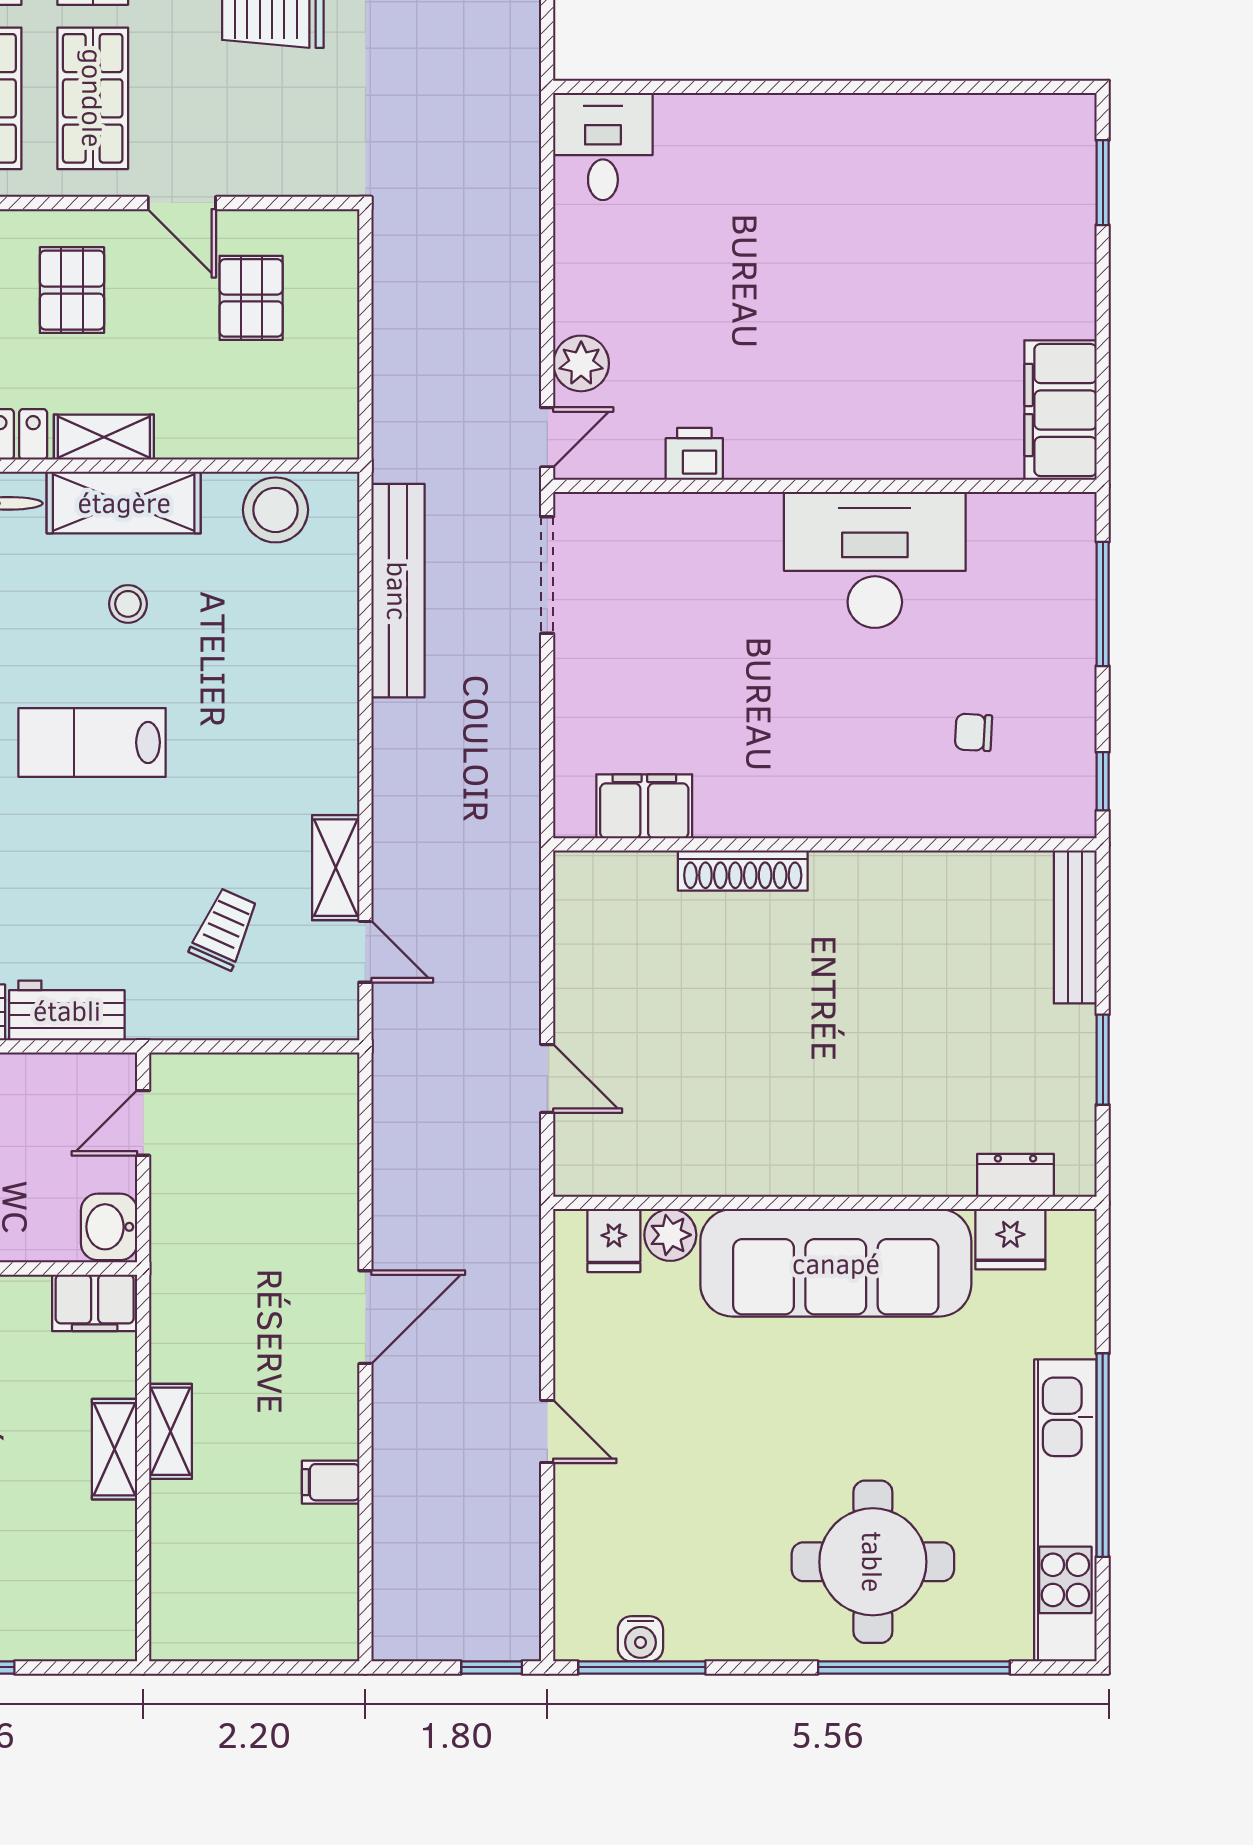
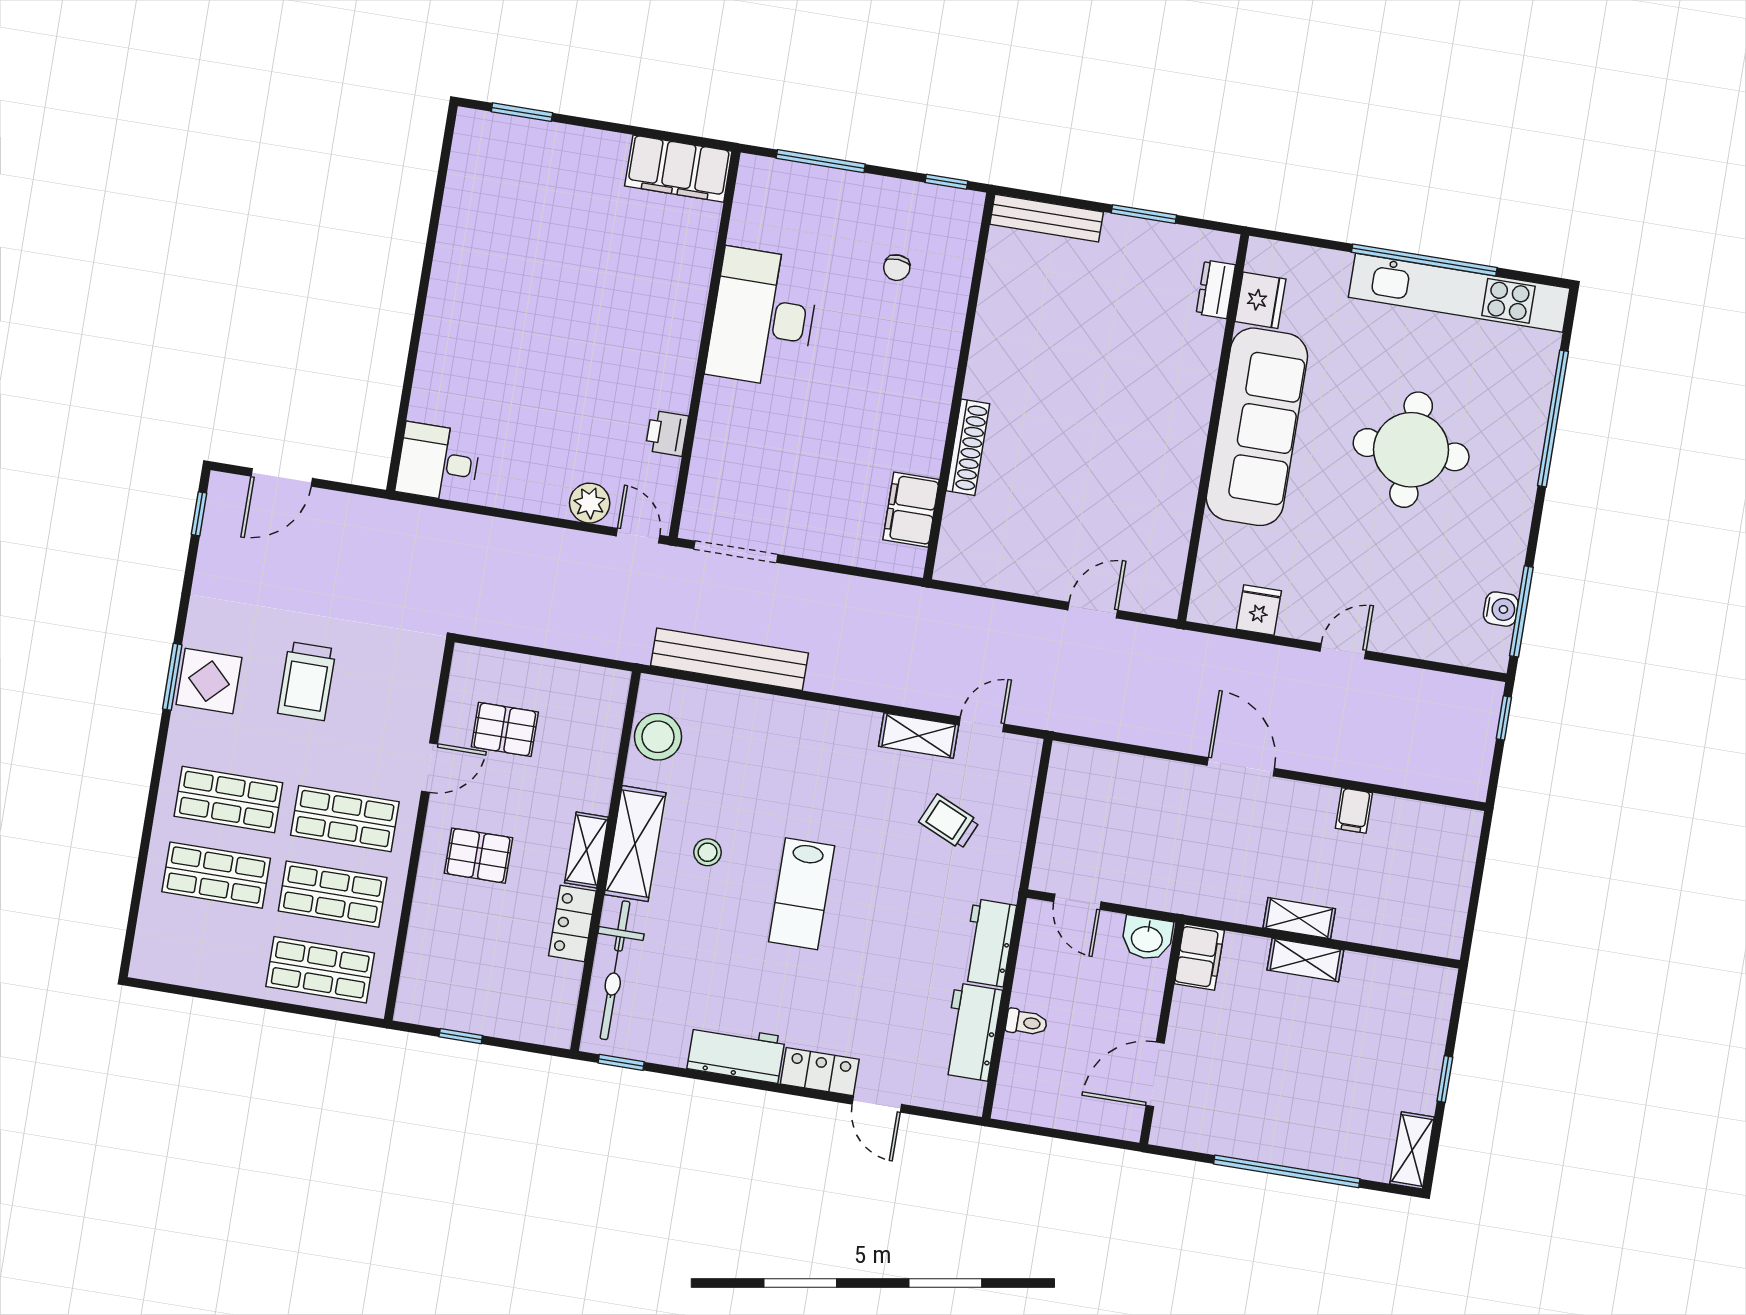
plant: (670, 1235) -> (1218, 541), removed
fridge: (614, 1240) -> (1259, 610), moved, turned -90
round table: (873, 1562) -> (1411, 450), moved

